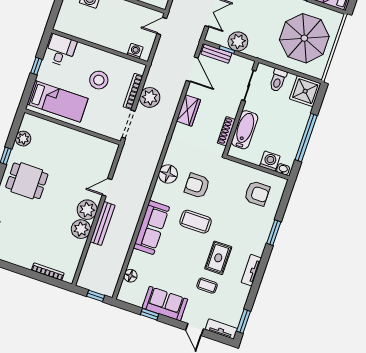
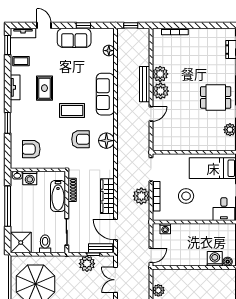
wardrobe: (188, 110) -> (107, 196), width x1.50
coffee table: (207, 286) -> (21, 61), moved

